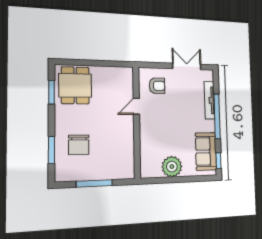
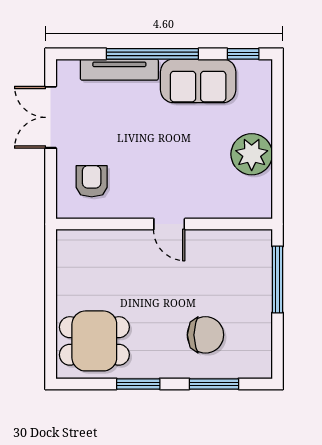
window: (52, 92) -> (138, 384), moved
door: (136, 106) -> (169, 224), moved
sofa: (206, 151) -> (198, 81), moved
window: (94, 183) -> (278, 280), moved

